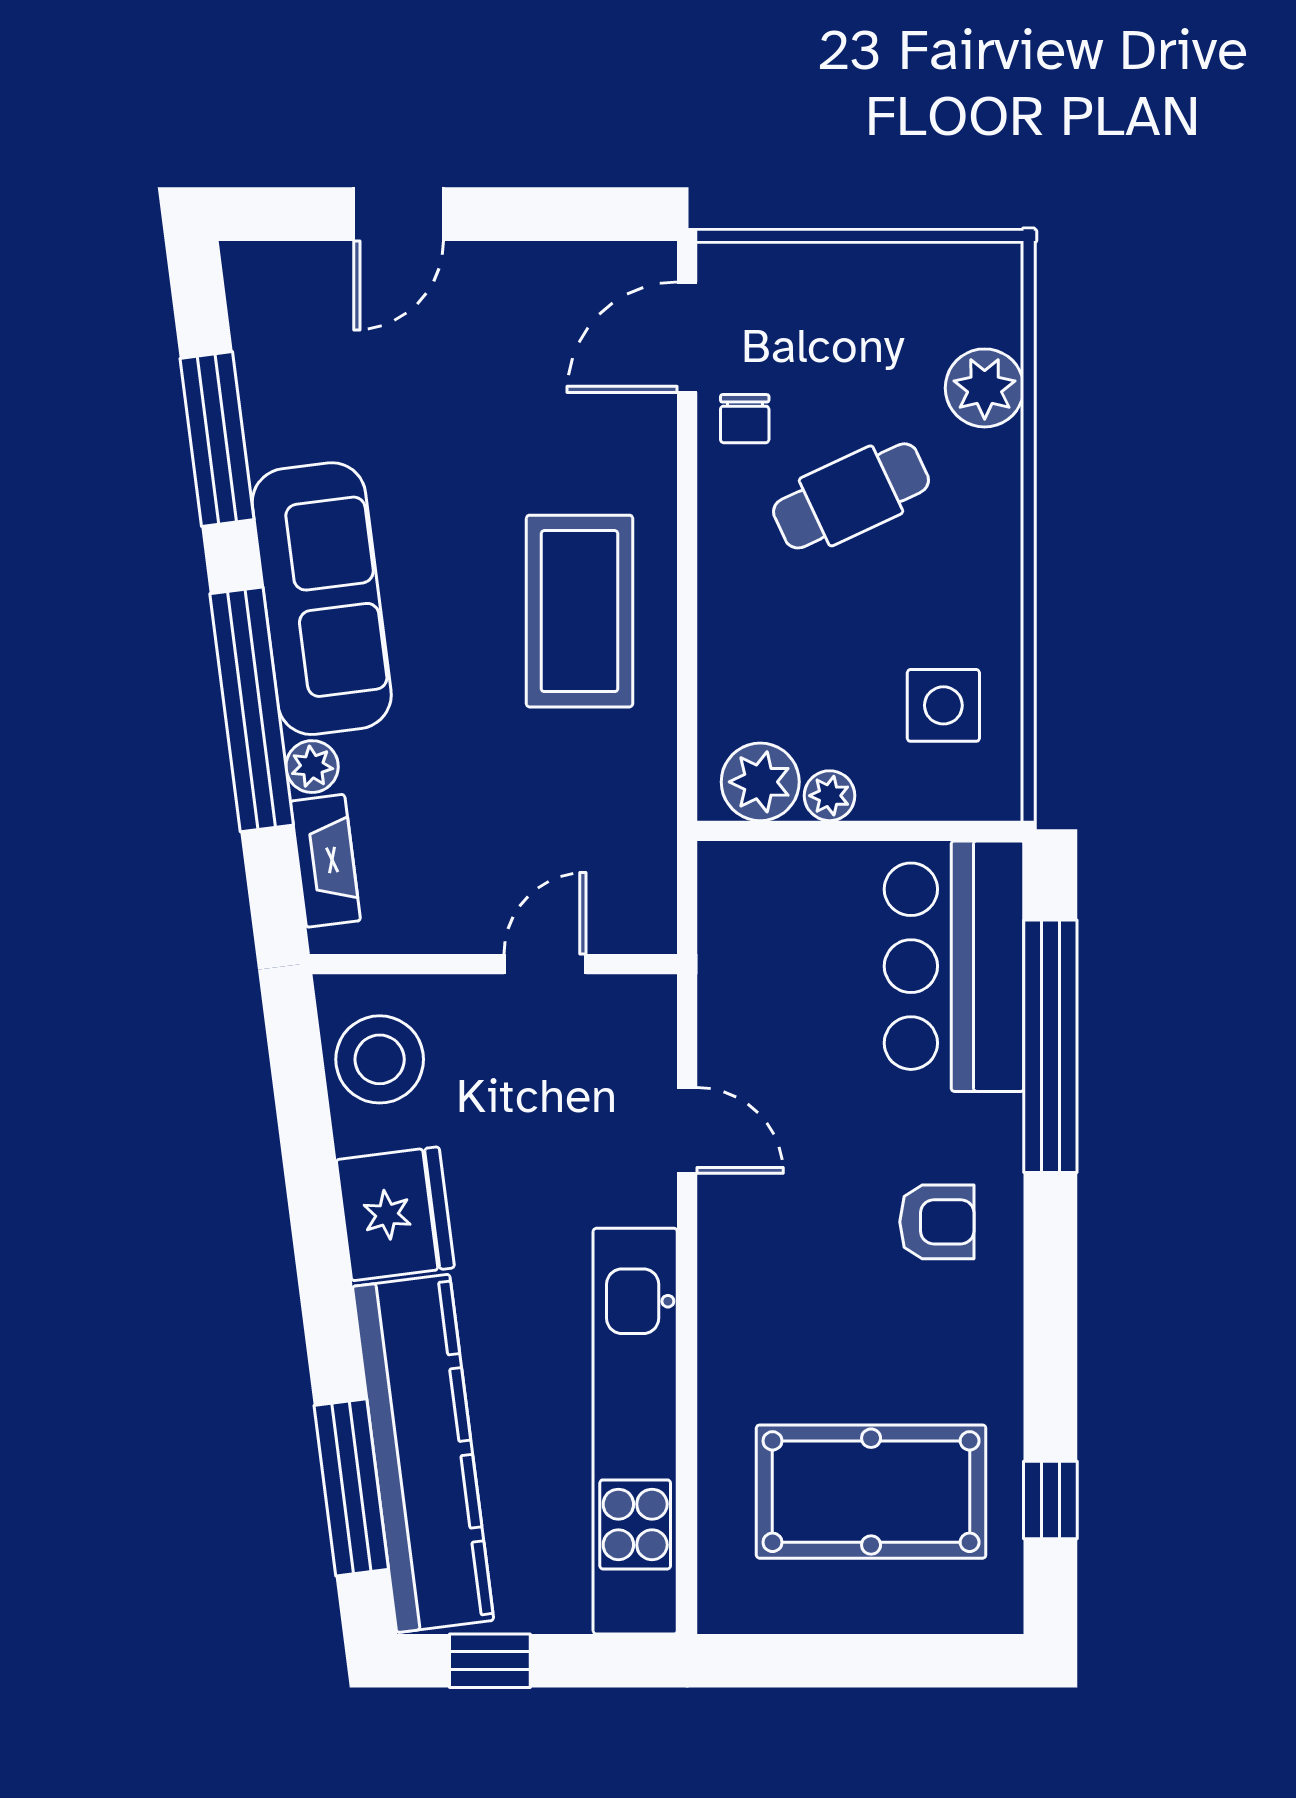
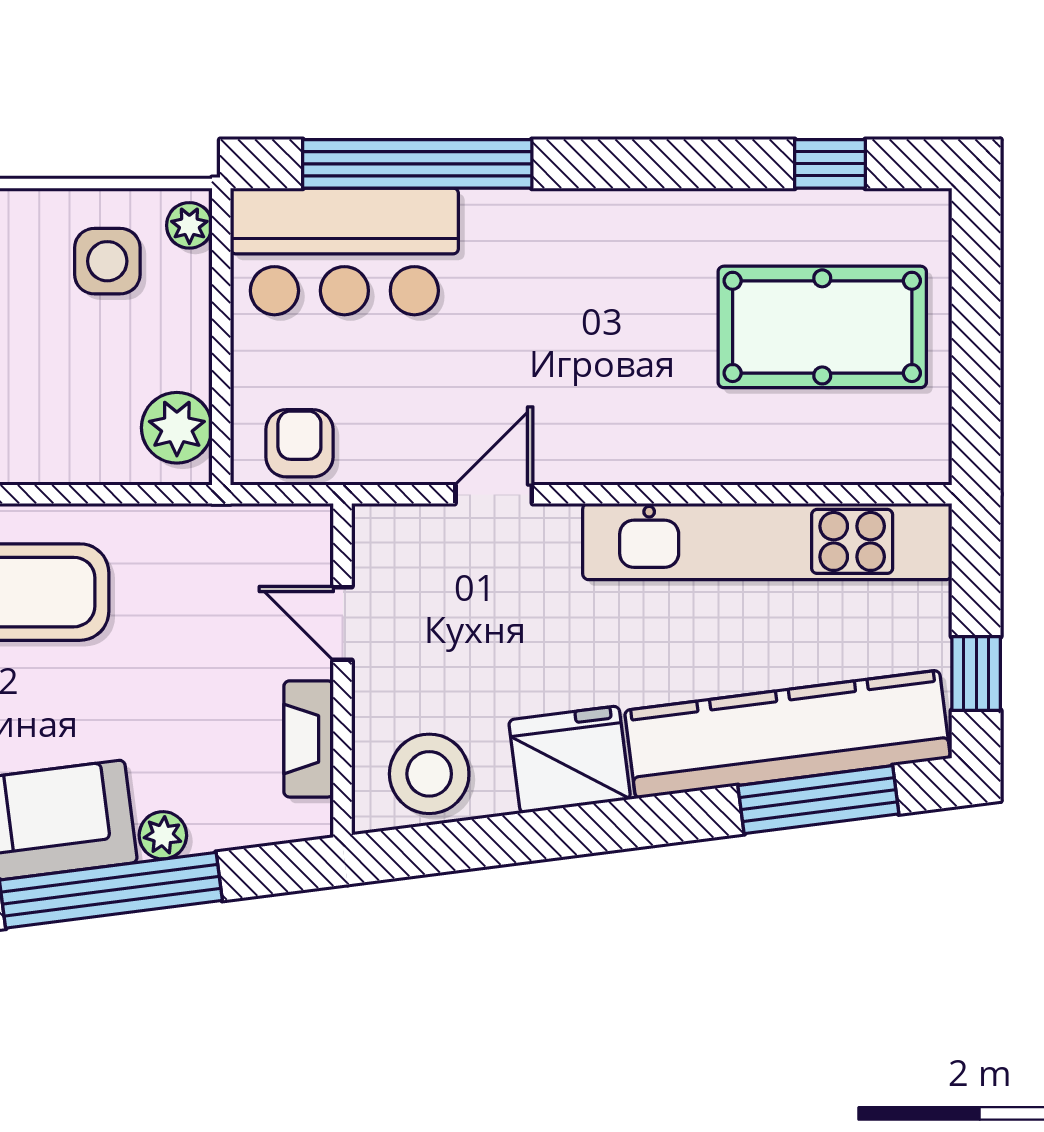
plant: (830, 796) -> (189, 225), moved
fireplace: (325, 861) -> (309, 739), moved, turned -83
armchair: (937, 1222) -> (299, 443), moved
pool table: (871, 1492) -> (822, 327), turned 90

